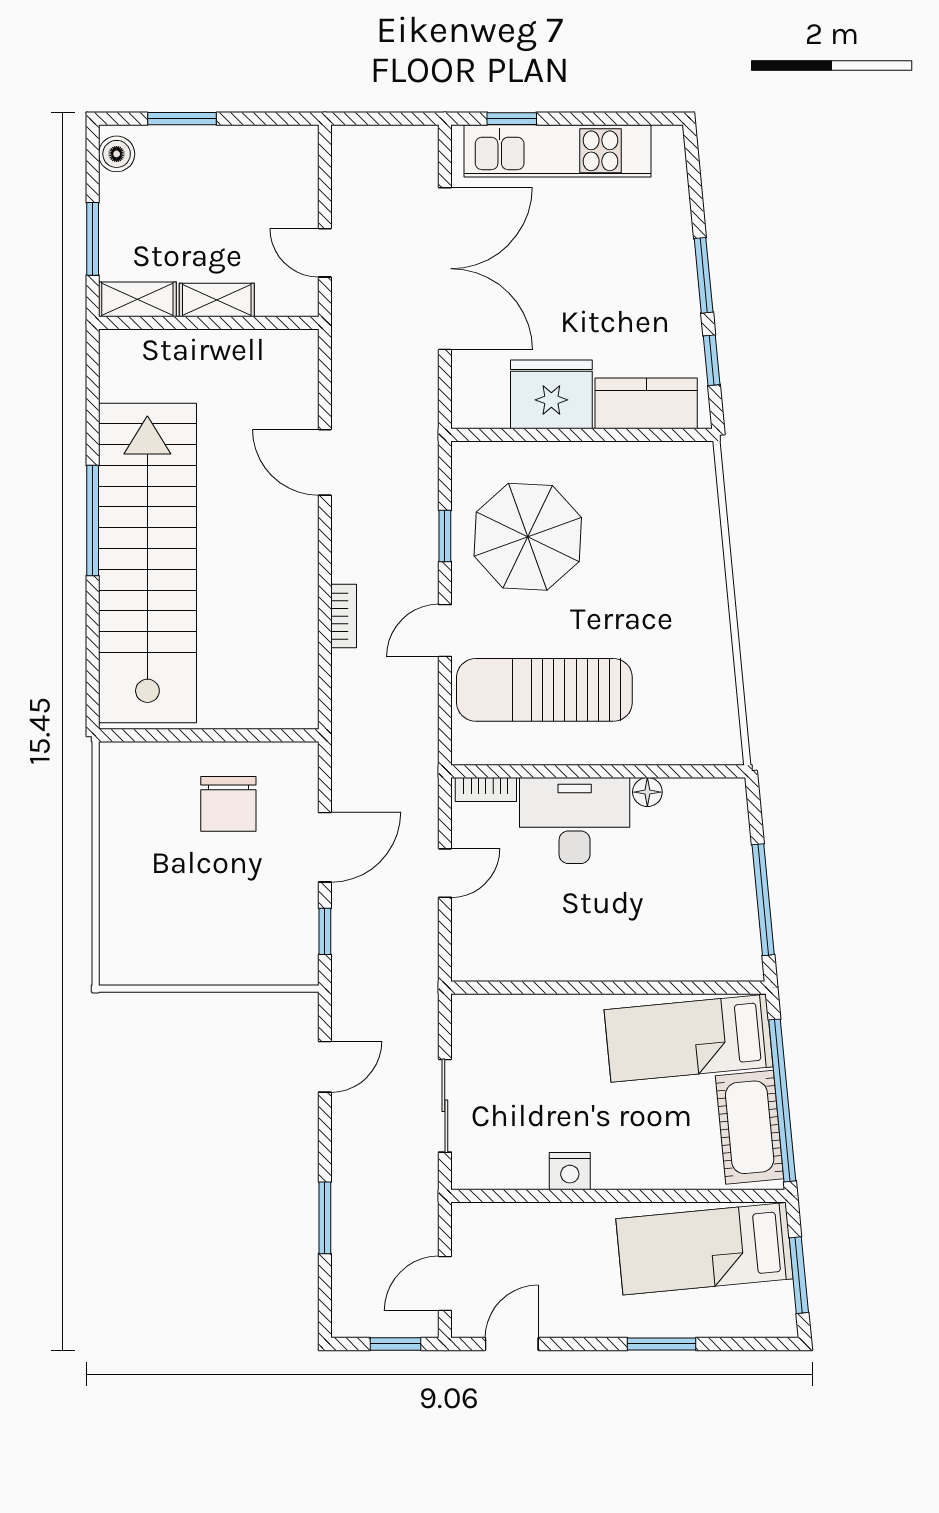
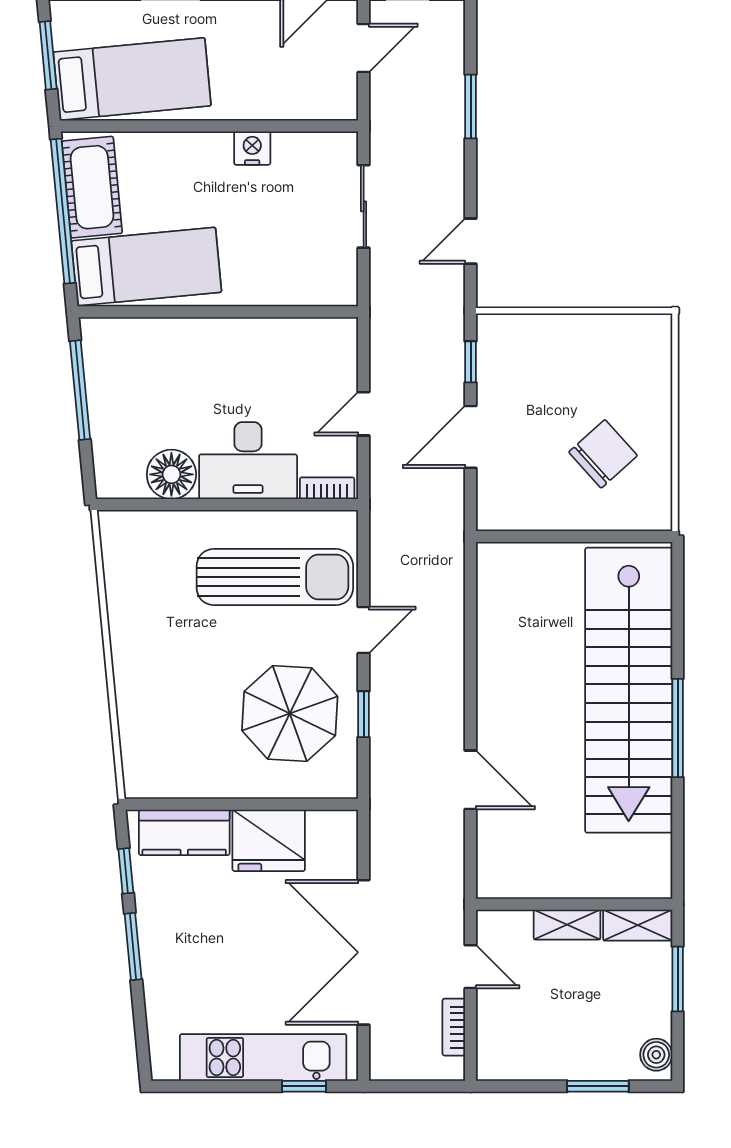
bookcase: (344, 616) -> (454, 1027), moved
floor lamp: (647, 792) -> (171, 474), width x1.89, depth x1.89
chair: (228, 804) -> (603, 454), moved, turned 48

